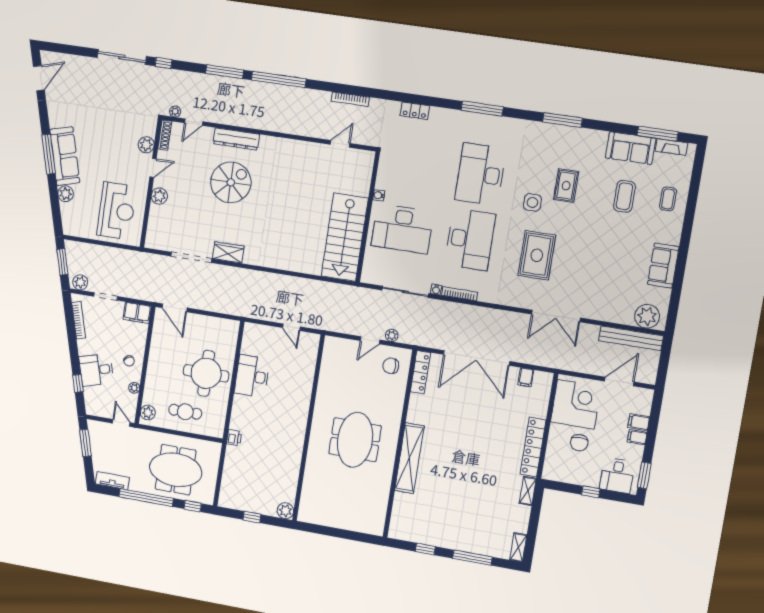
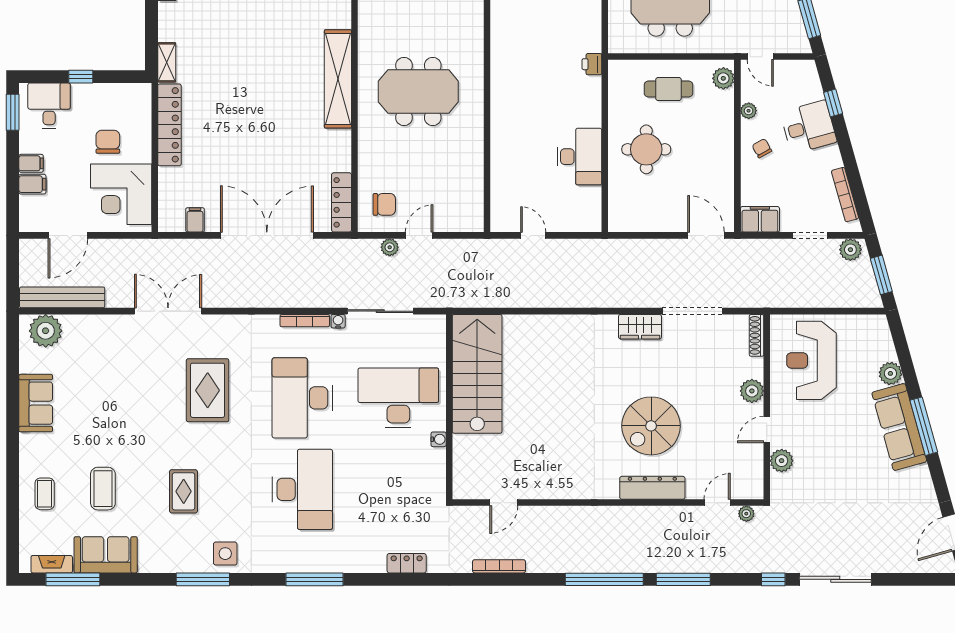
shoe rack: (165, 135) -> (756, 335), moved
side table: (532, 202) -> (225, 554), moved
round table: (206, 373) -> (646, 149), width x0.73, depth x0.73
meeting table: (355, 440) -> (418, 92), turned 90

